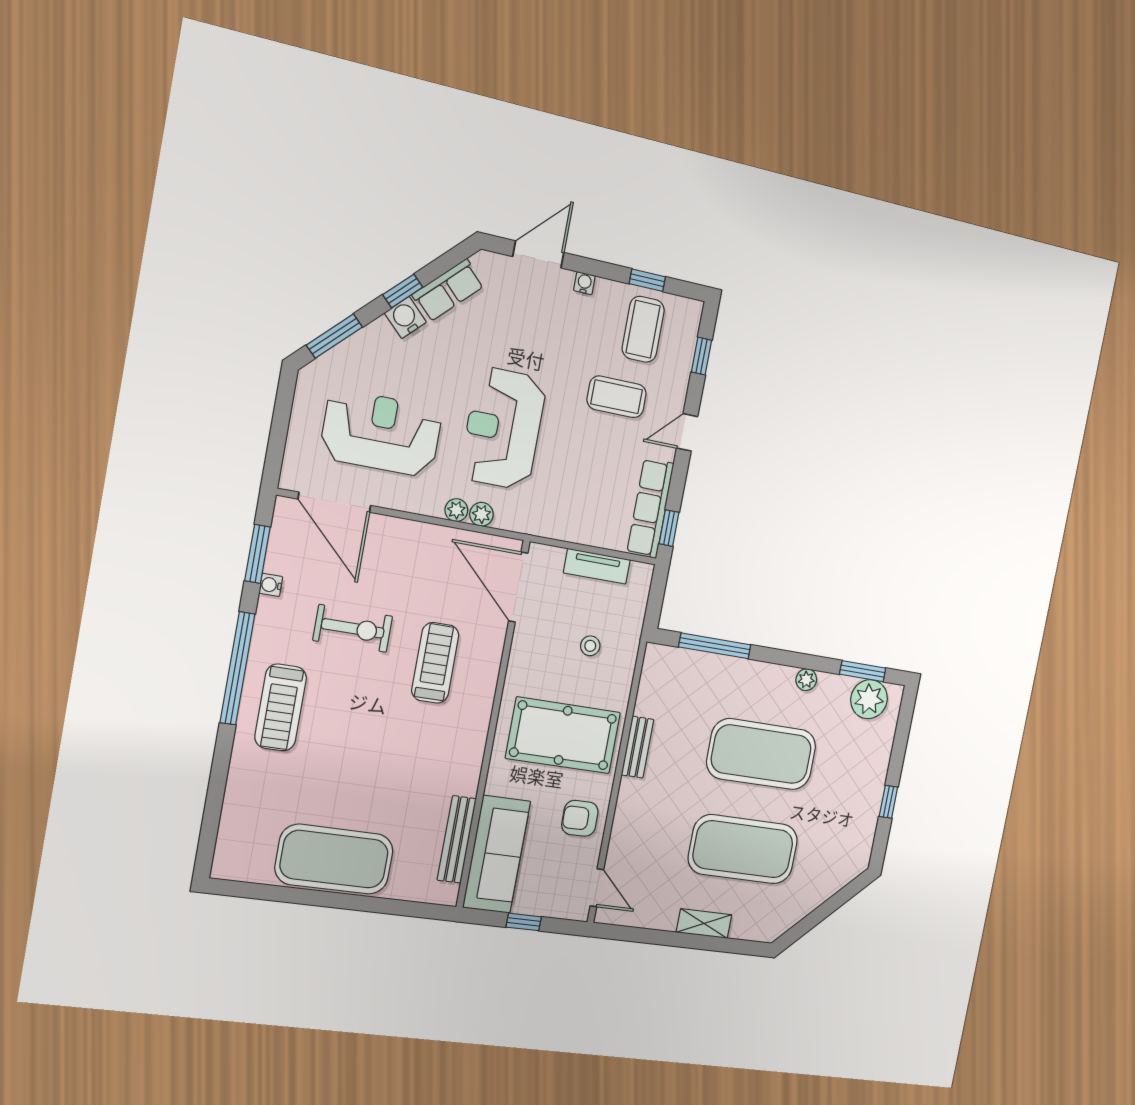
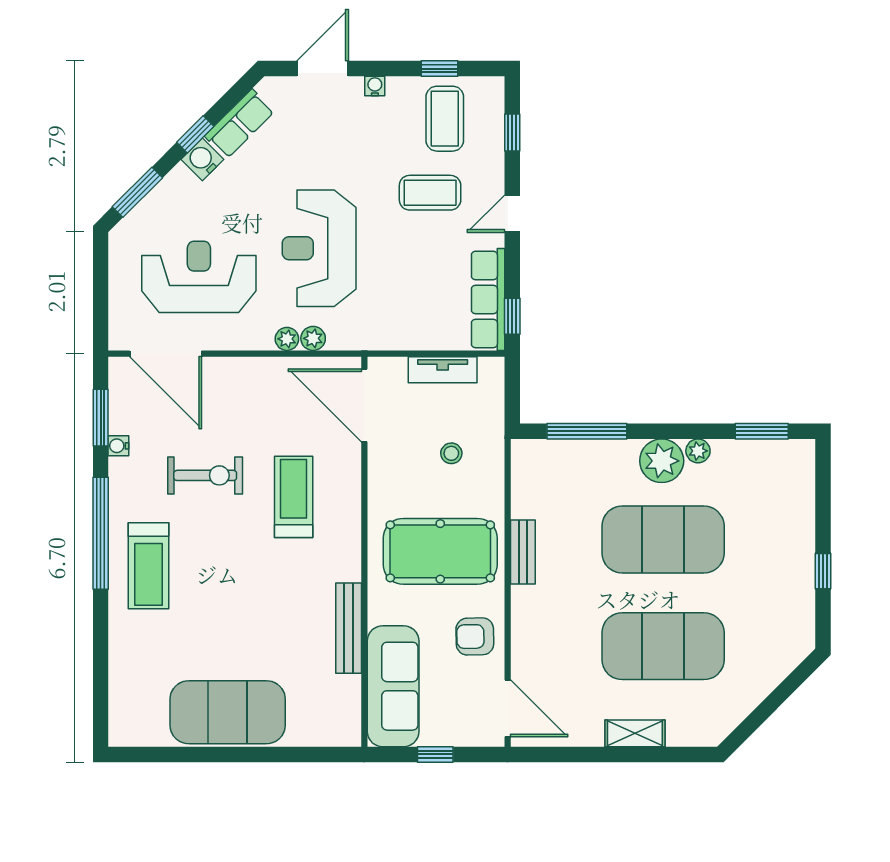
plant: (869, 699) -> (662, 461), moved
bench: (457, 839) -> (349, 628), moved
door: (597, 888) -> (508, 708), width x1.37

